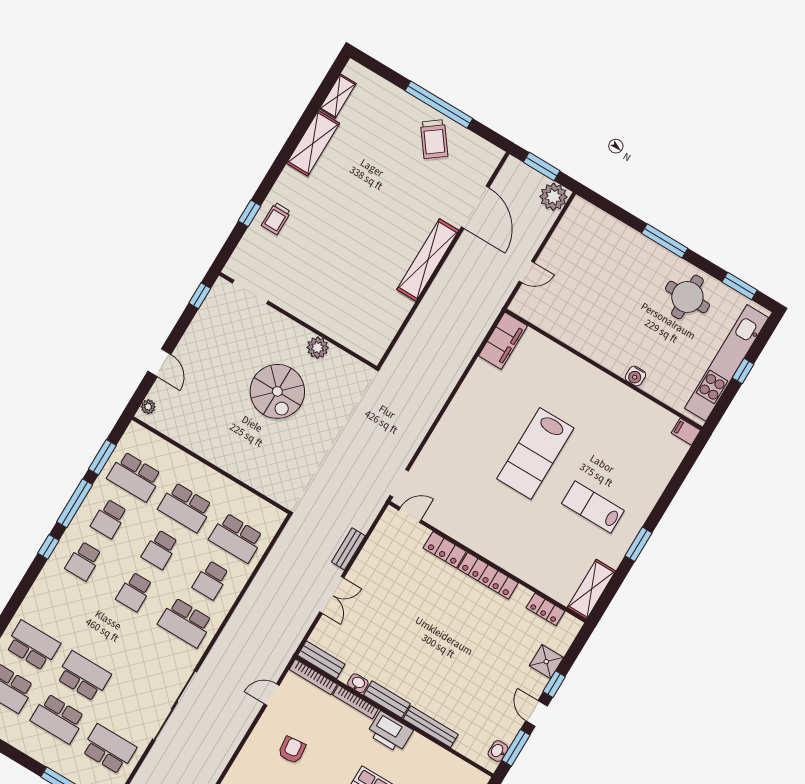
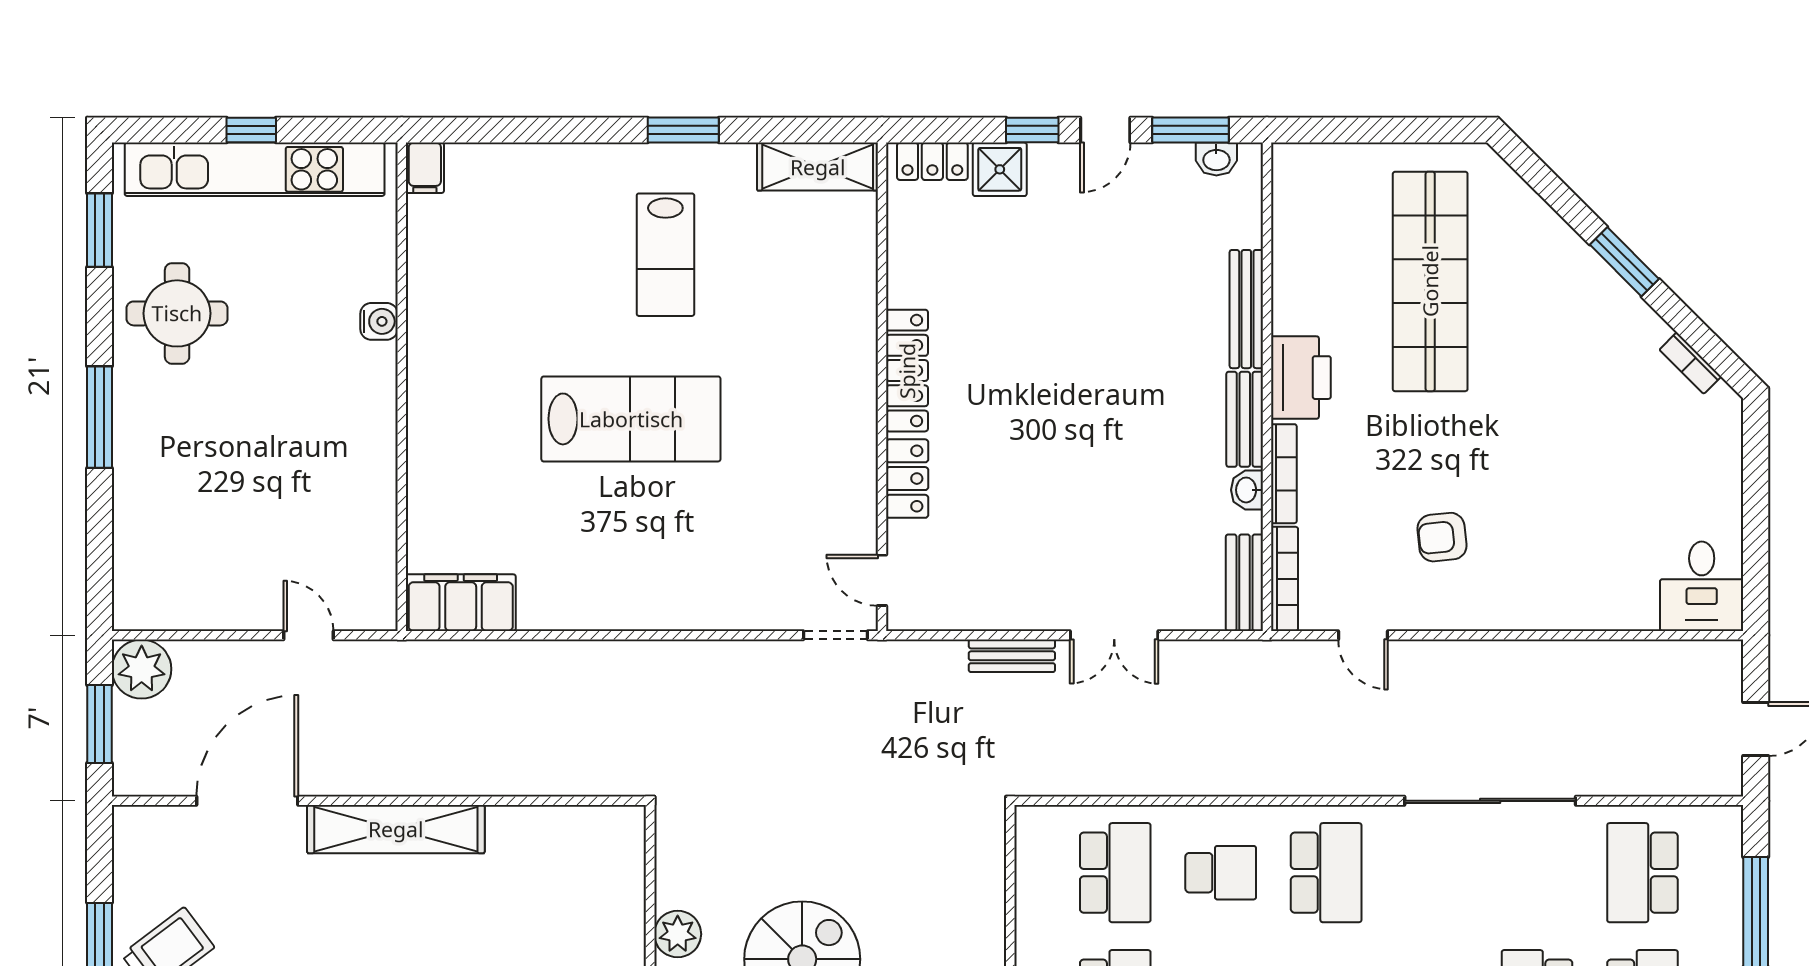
double door: (332, 595) -> (1114, 635), swing flipped
locker: (545, 609) -> (932, 161), moved, turned 90

